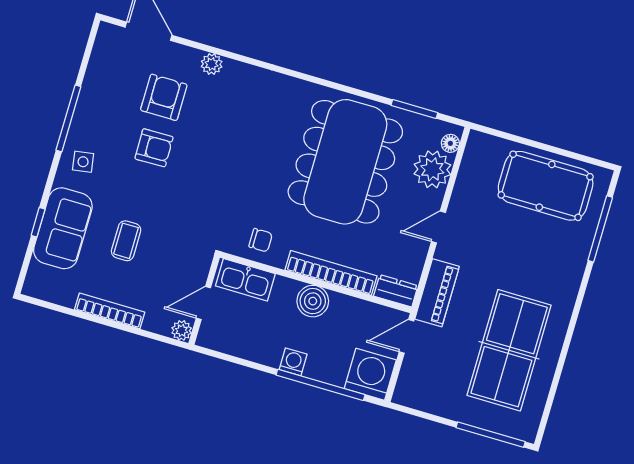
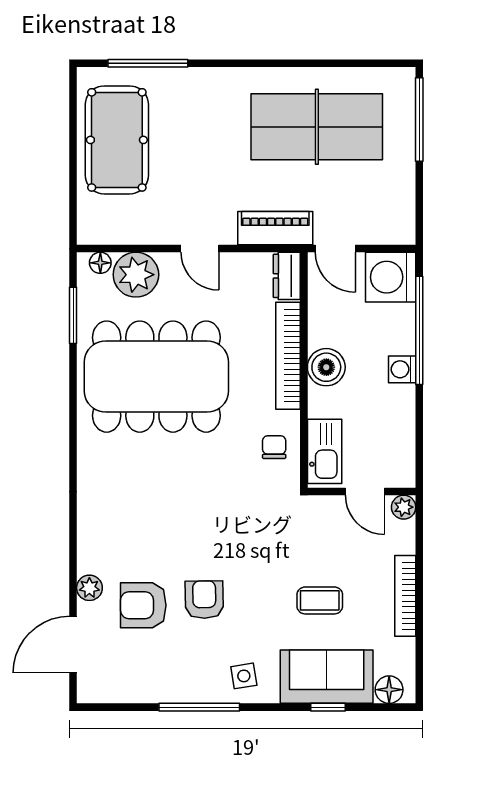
plant: (212, 64) -> (89, 588), moved
floor lamp: (38, 276) -> (389, 690), added

